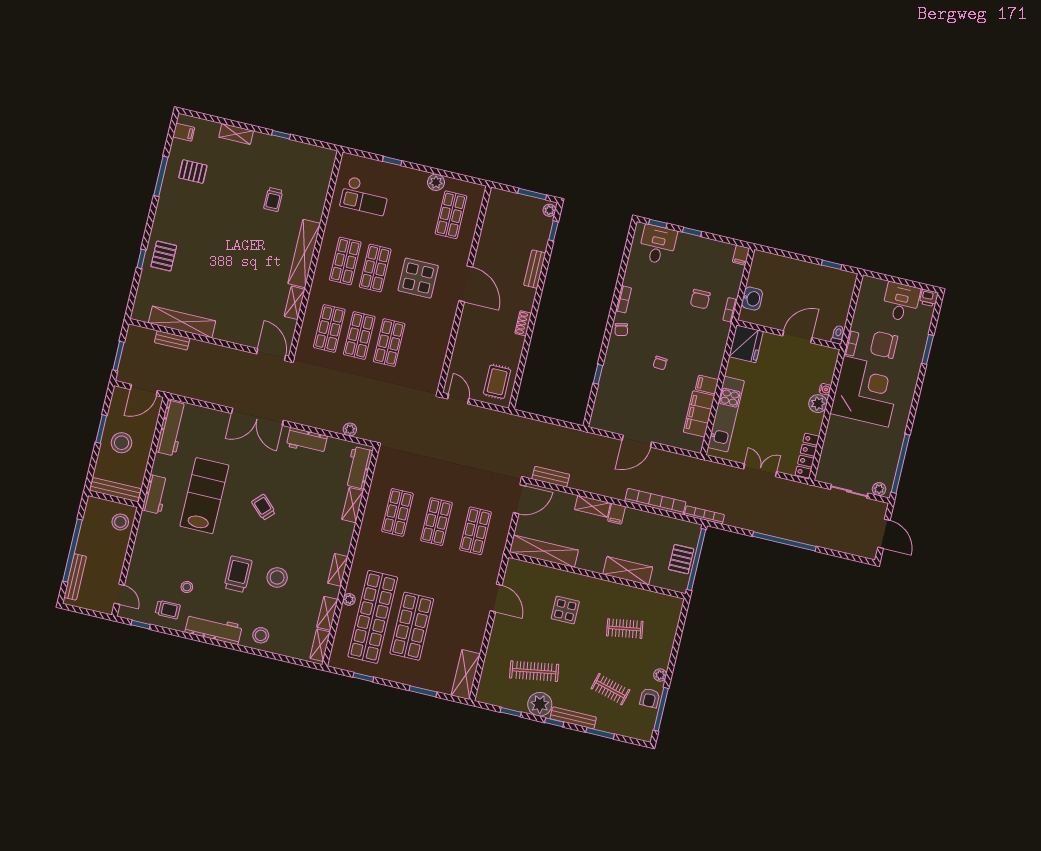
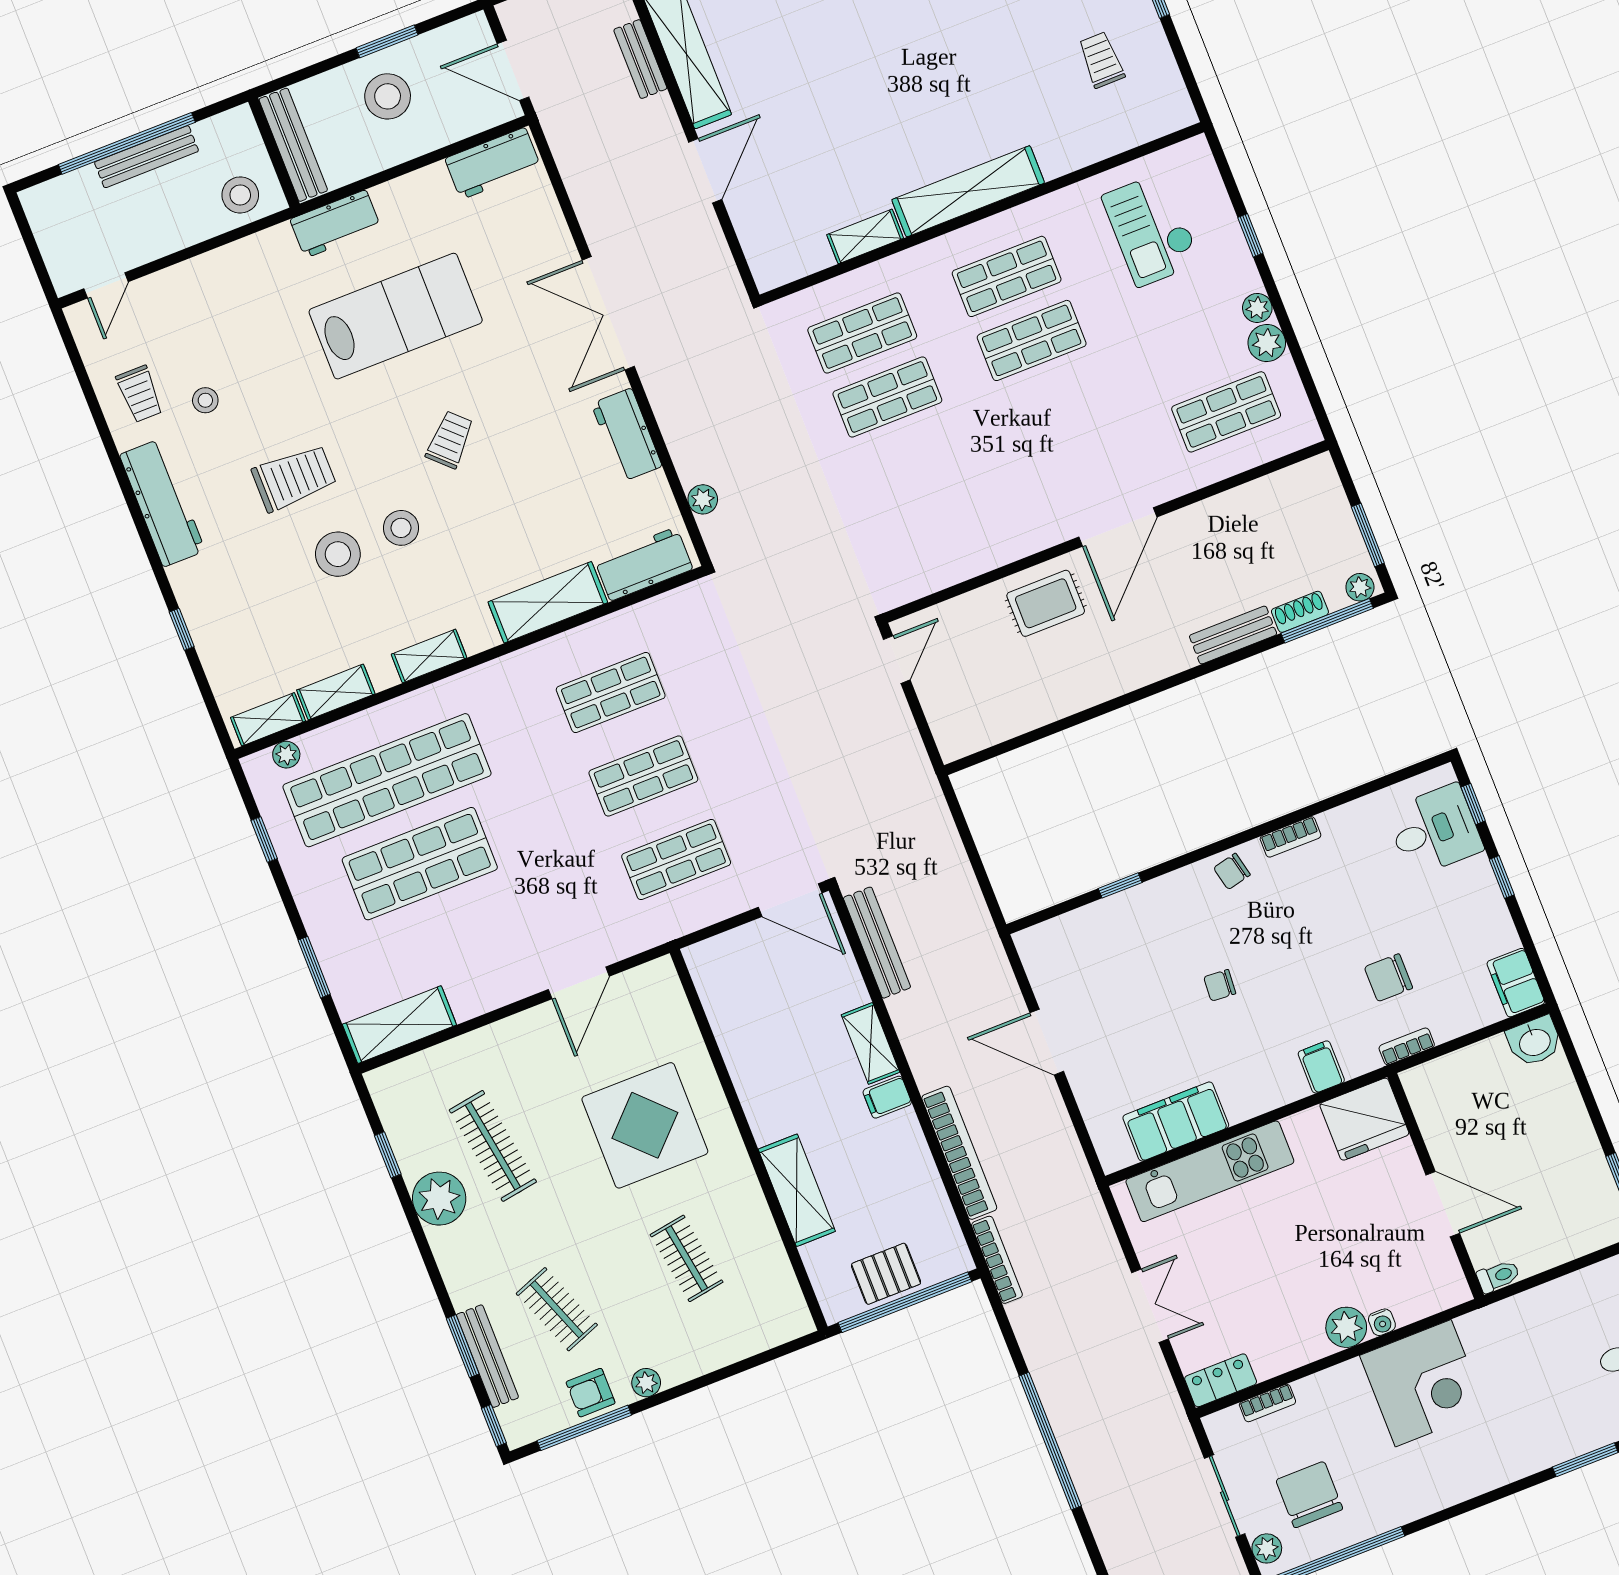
plant: (421, 177) -> (1257, 308), added
trolley: (273, 199) -> (1101, 60), moved, turned 90
window: (553, 231) -> (1327, 621), width x2.17
filing cabinet: (741, 255) -> (1516, 983), width x2.00
display table: (418, 278) -> (1068, 432), removed
washbasin: (752, 299) -> (1534, 1041), moved
shoe rack: (523, 323) -> (1300, 612), moved
shop shelf: (389, 343) -> (912, 461), removed
bookcase: (851, 343) -> (1267, 1403), moved
chair: (884, 345) -> (1309, 1495), moved
door: (271, 355) -> (705, 171), moved
rug: (497, 382) -> (1046, 603), moved
filing cabinet: (707, 385) -> (1321, 1067), moved
corner desk: (866, 391) -> (1423, 1383), width x0.74, depth x0.74
workbench: (171, 428) -> (493, 163), width x0.73
locker: (807, 456) -> (1221, 1380), width x0.66
bench: (551, 477) -> (877, 943), width x1.36
shelving: (353, 505) -> (548, 602), width x1.50, depth x1.33
shelving: (544, 551) -> (726, 1011), removed
bench: (75, 577) -> (146, 157), moved
plant: (349, 599) -> (286, 755), moved
display table: (565, 610) -> (645, 1125), width x1.86, depth x1.86
window: (141, 625) -> (182, 629), moved
stool: (261, 635) -> (401, 528), moved
clothes rail: (610, 689) -> (557, 1309), turned -36
bench: (573, 718) -> (487, 1356), moved
window: (554, 722) -> (494, 1426), moved

